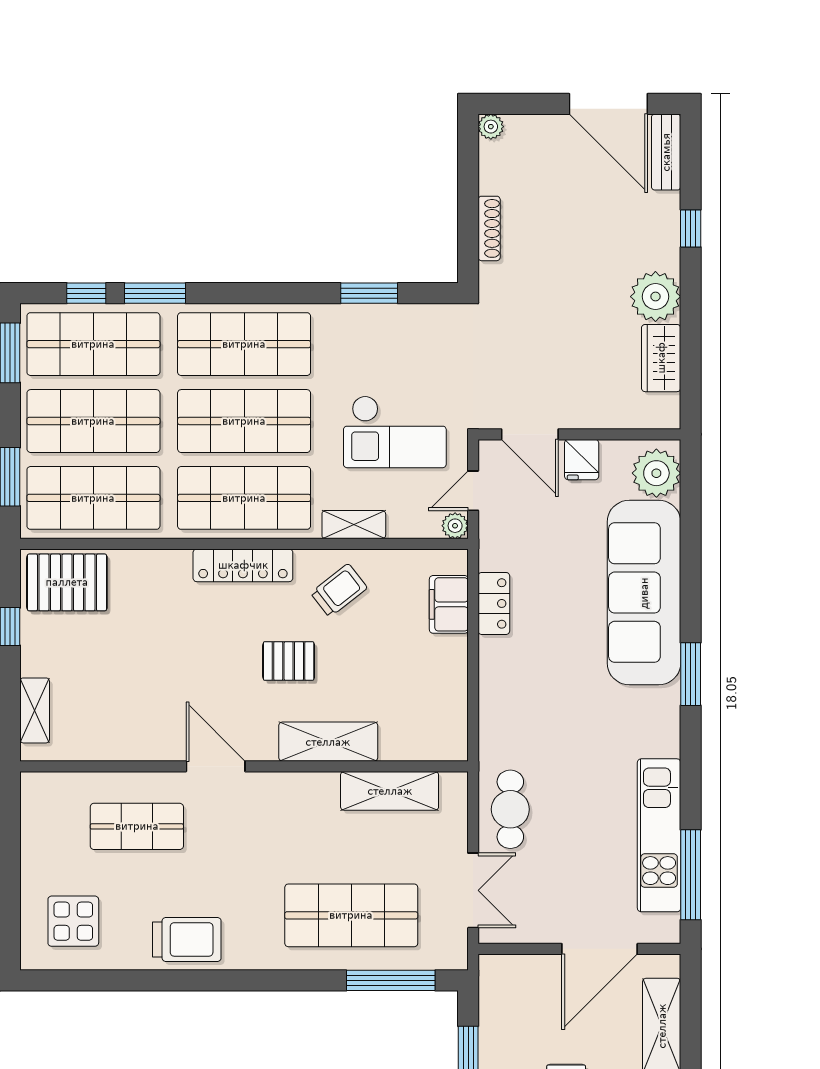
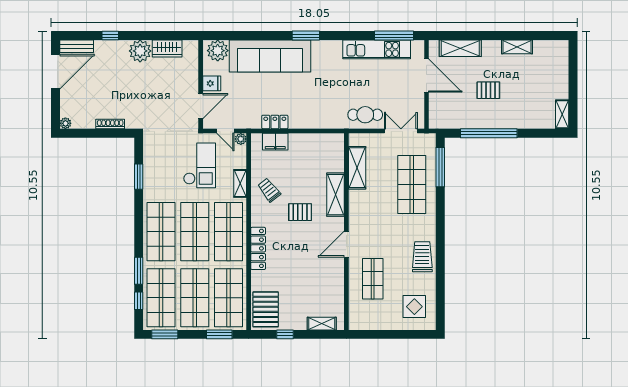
locker: (243, 565) -> (258, 248), moved
pallet: (289, 661) -> (300, 212), turned 90

